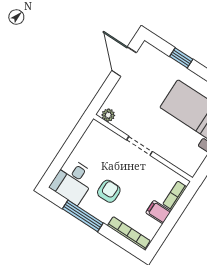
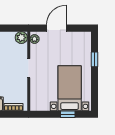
door: (124, 62) -> (56, 28), moved
plant: (96, 130) -> (21, 38), added

